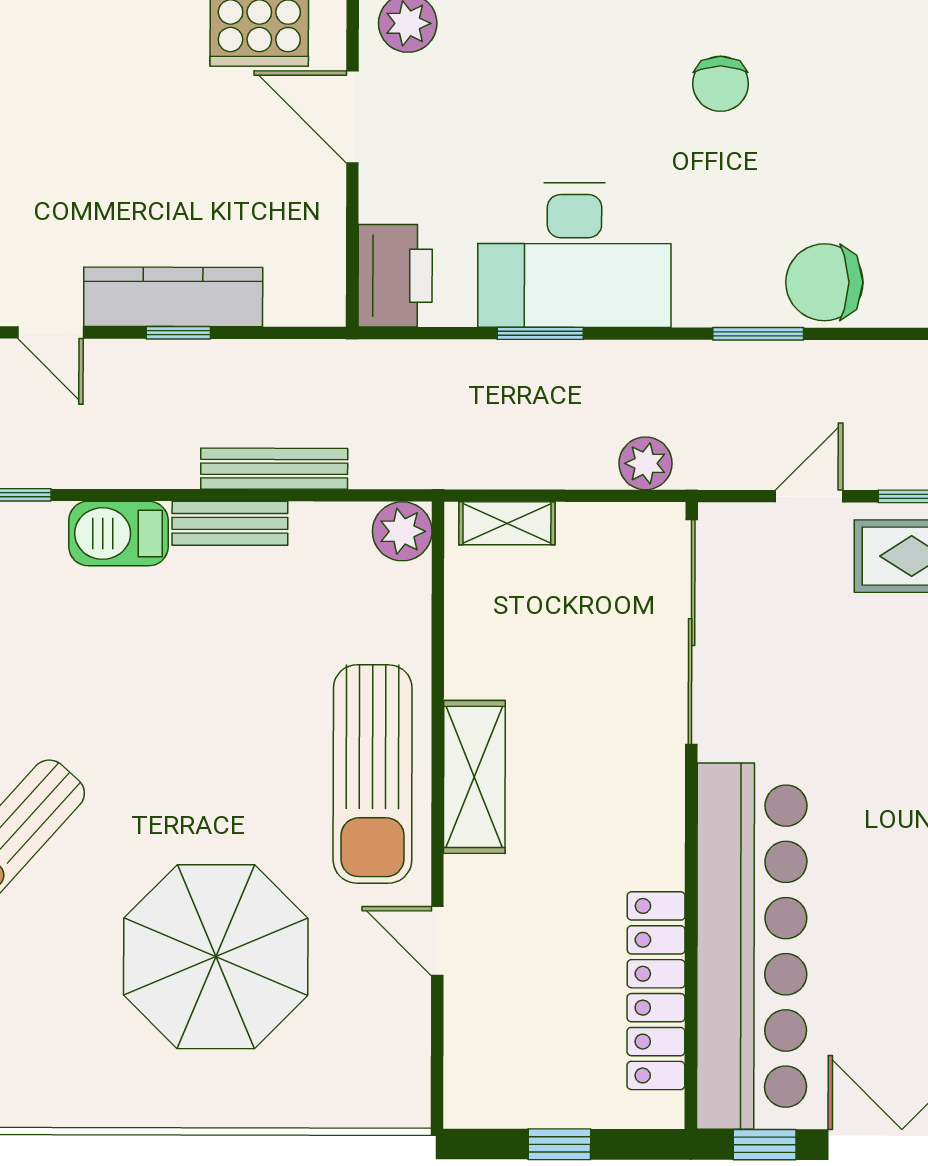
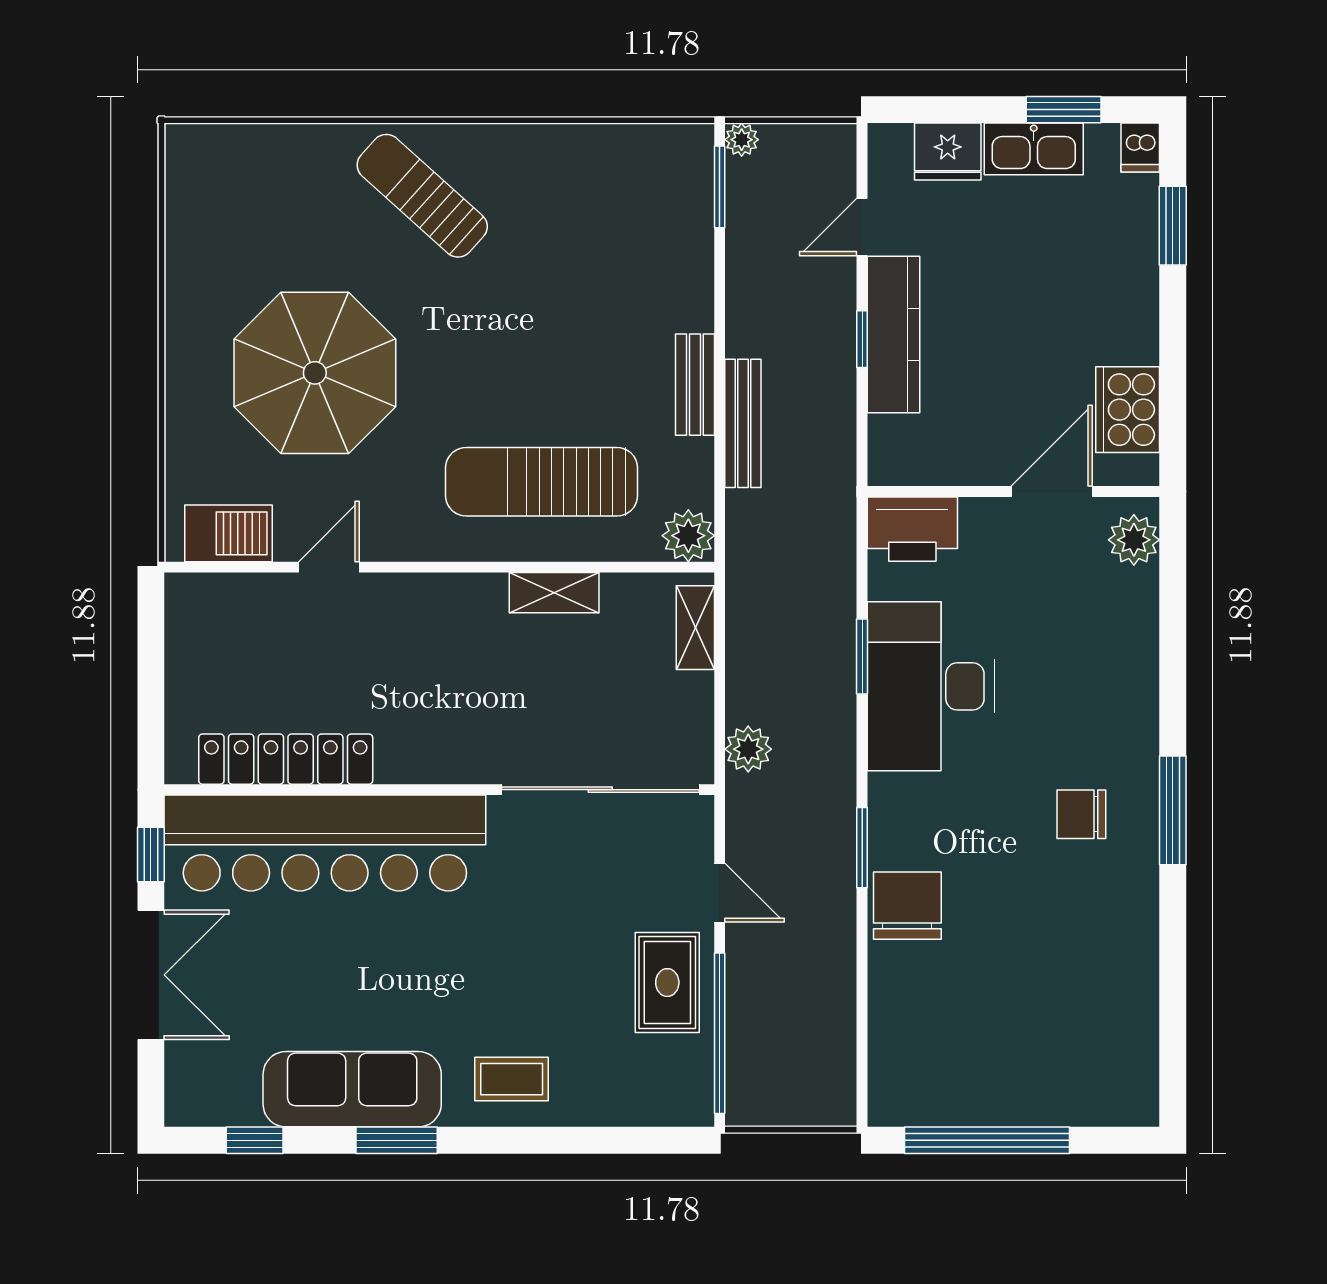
barbecue: (118, 533) -> (229, 533), moved, turned 90
sun lounger: (373, 774) -> (542, 482), moved
shelving: (474, 777) -> (554, 593), moved, width x0.67, depth x0.75
window: (559, 1144) -> (151, 675), removed

